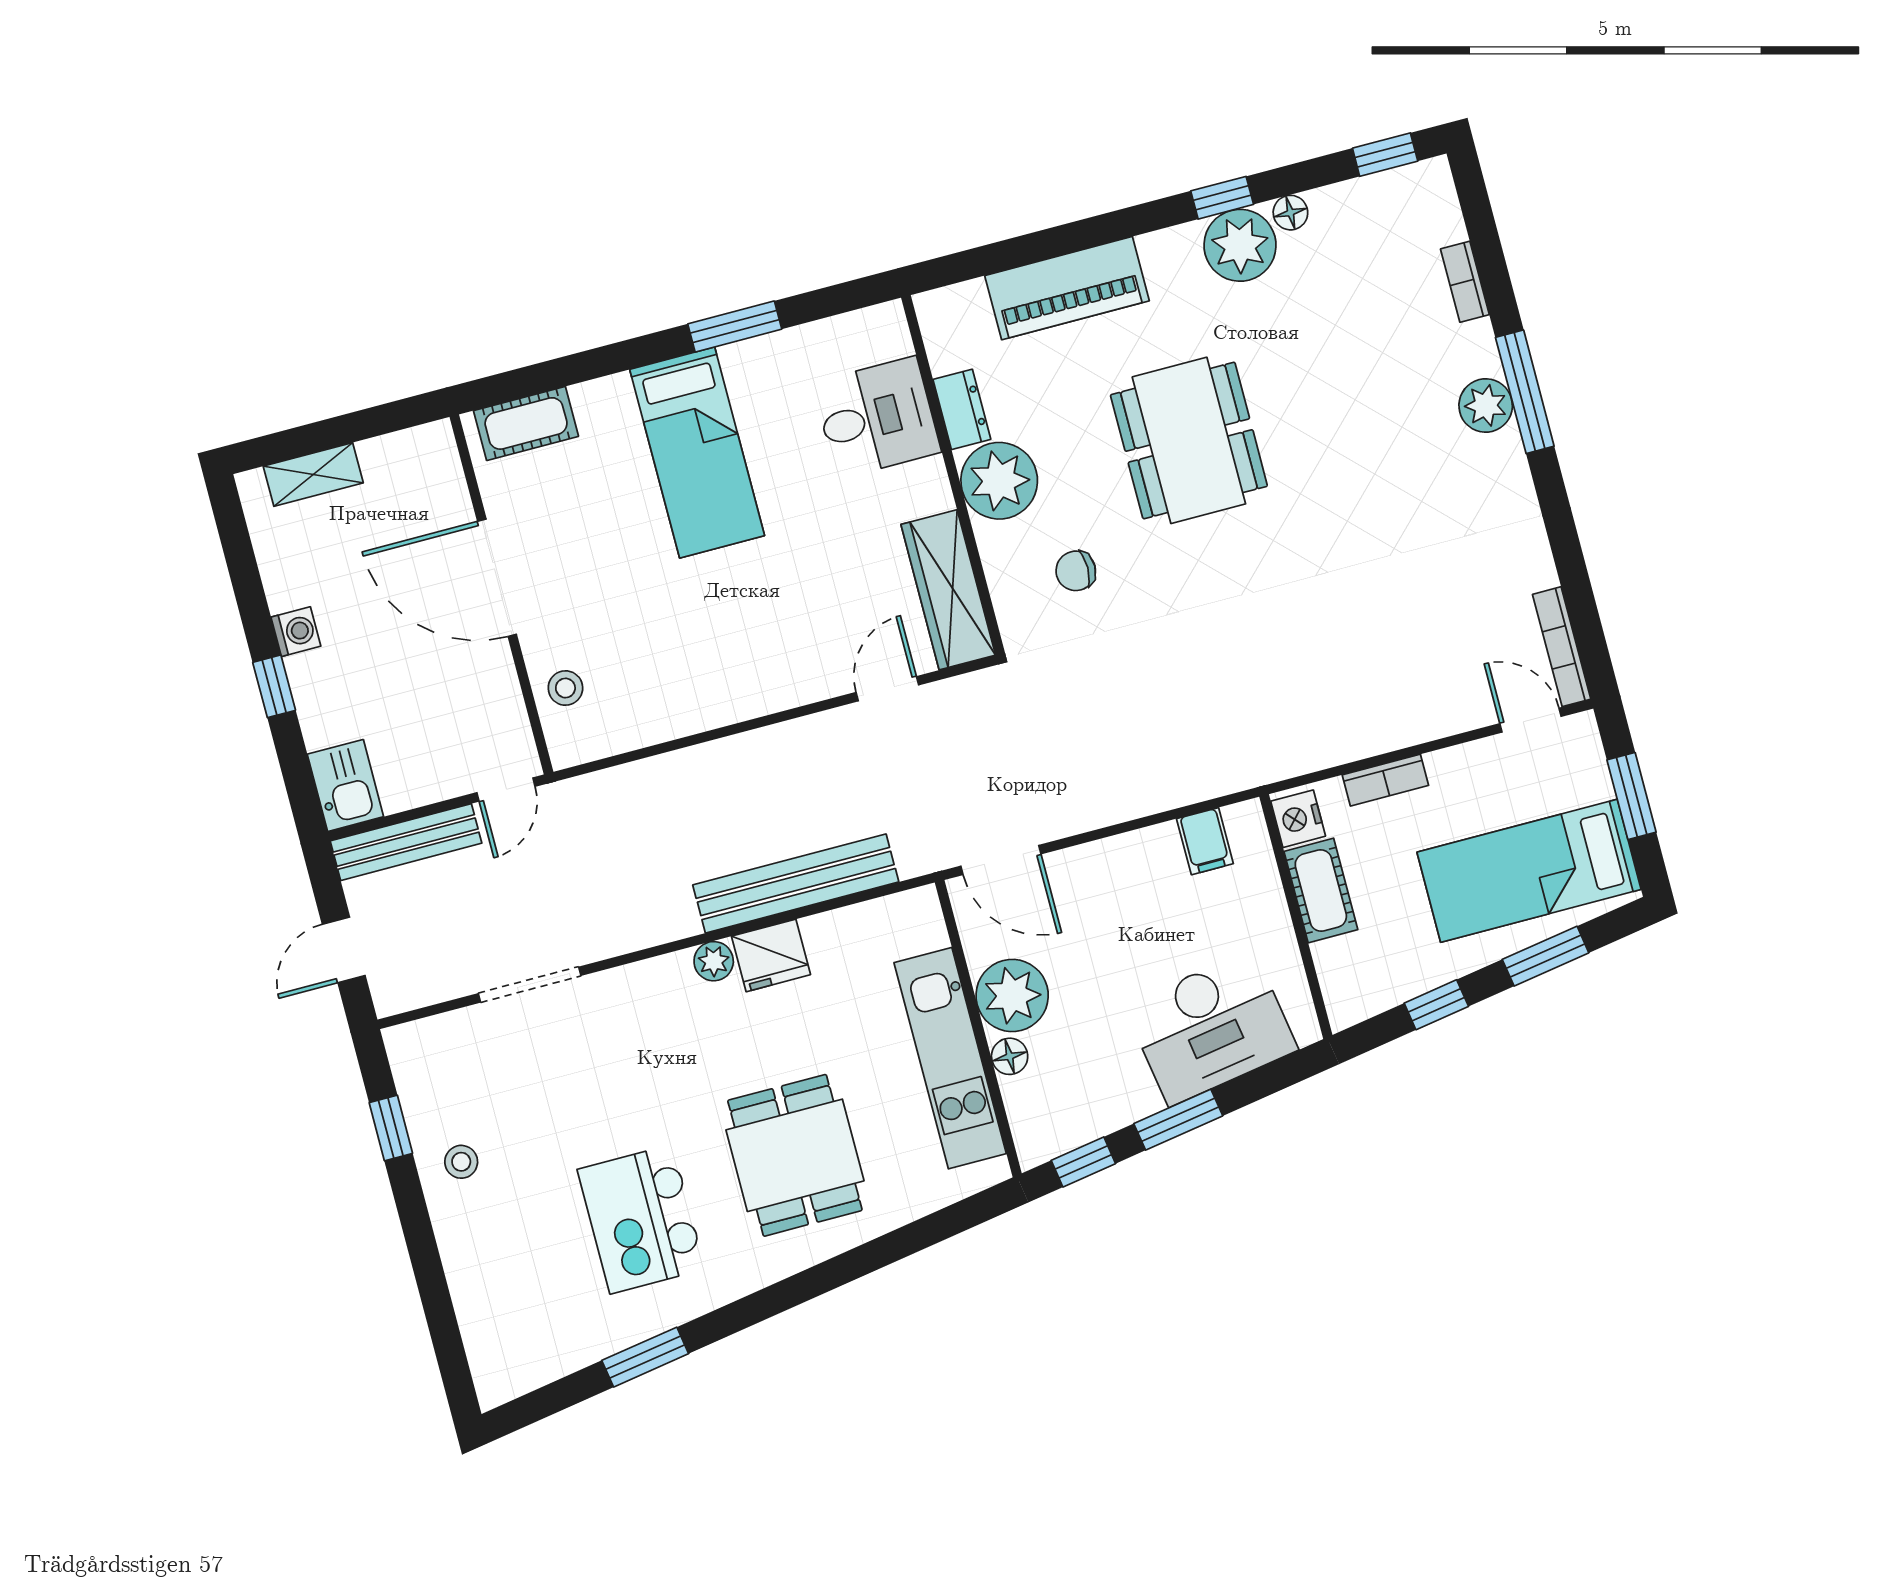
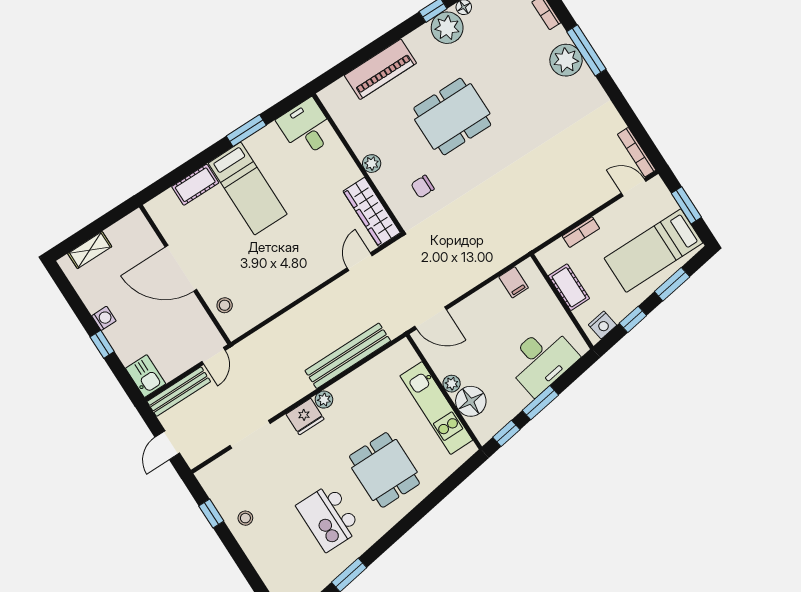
plant: (1486, 406) -> (566, 60), width x1.36, depth x1.36
dresser: (962, 409) -> (353, 134), removed
desk: (877, 417) -> (306, 128), moved, turned -90
cot: (526, 423) -> (195, 185), moved
dining table: (1189, 440) -> (452, 117), turned 90
plant: (999, 481) -> (372, 164), width x0.53, depth x0.53
nightstand: (1298, 819) -> (603, 325), moved, turned -99
fridge: (771, 955) -> (305, 417), moved
plant: (1012, 996) -> (452, 384), width x0.53, depth x0.53
floor lamp: (1010, 1056) -> (471, 401), width x1.89, depth x1.89

